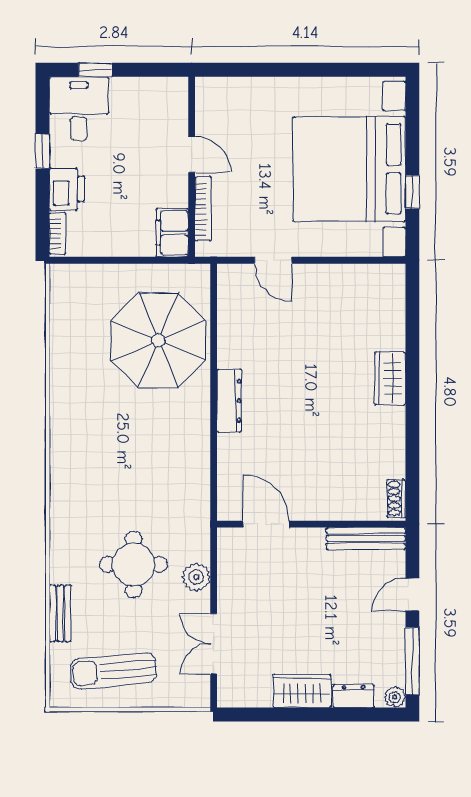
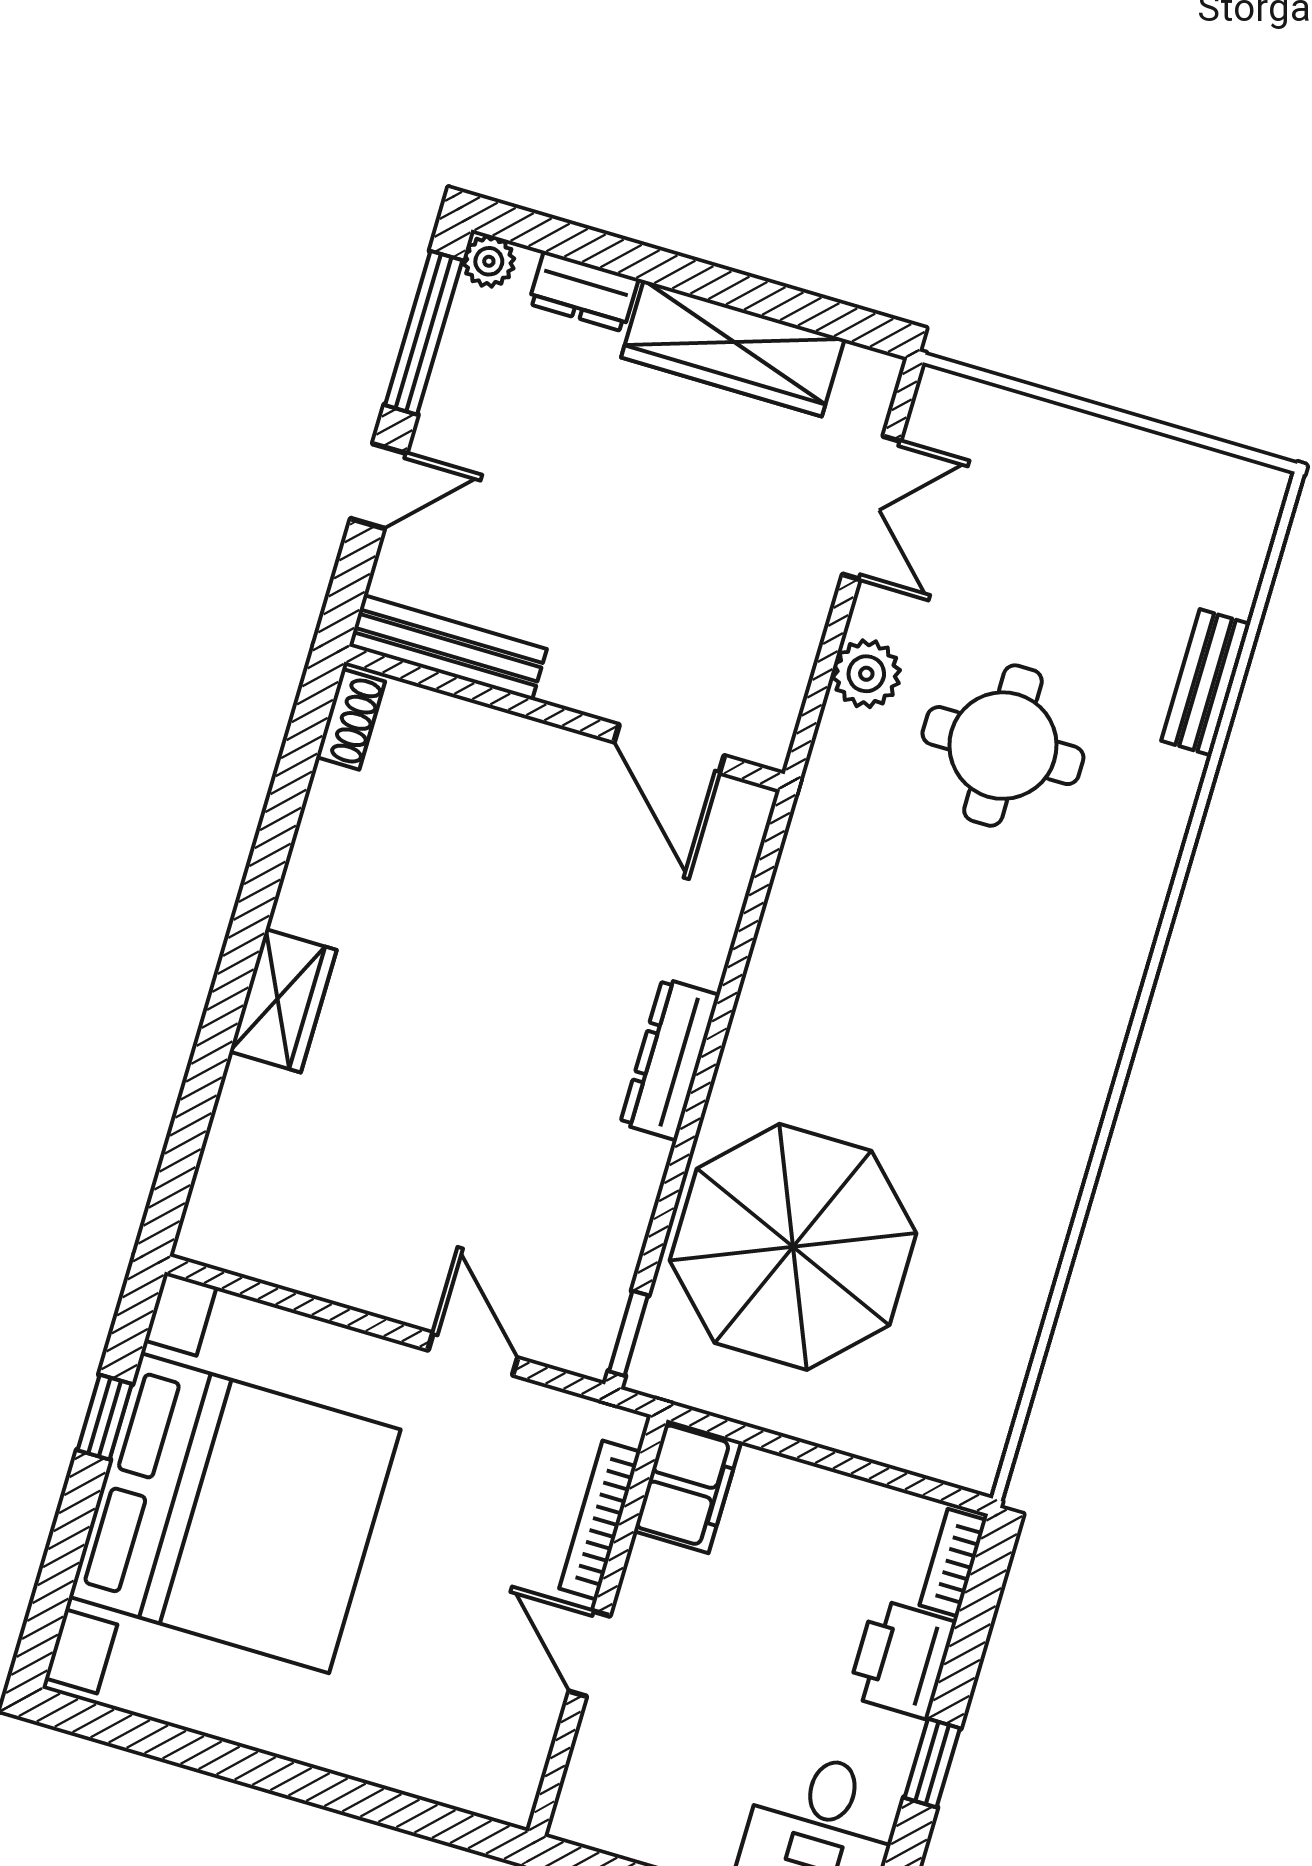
window: (214, 287) -> (629, 1333), added
sun lounger: (114, 671) -> (1121, 513), removed
wardrobe: (302, 691) -> (733, 348), width x1.50

